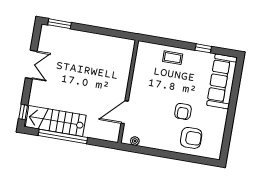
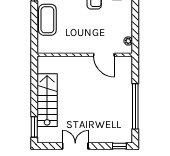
coffee table: (173, 58) -> (47, 20), width x1.86, depth x1.72
stairs: (56, 121) -> (47, 100), moved, turned 180

